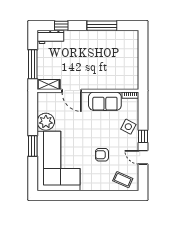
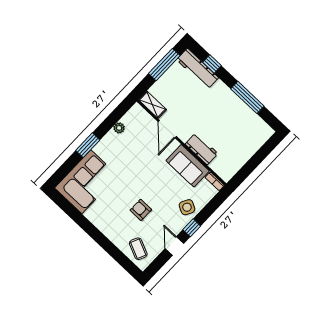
workbench: (50, 37) -> (198, 69), width x1.38
window: (33, 64) -> (164, 65), moved
workbench: (104, 83) -> (202, 149), added
plant: (46, 122) -> (119, 128), width x0.53, depth x0.53
corner sofa: (59, 161) -> (86, 182), width x0.73, depth x0.74

